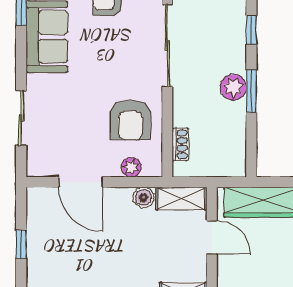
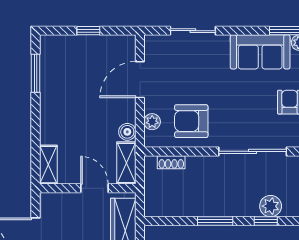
plant: (233, 87) -> (271, 206), moved
door: (212, 237) -> (94, 188), swing flipped

